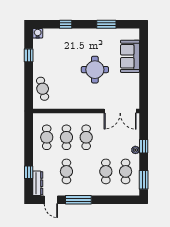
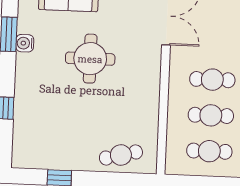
water cooler: (38, 33) -> (25, 43), moved

